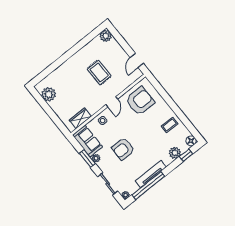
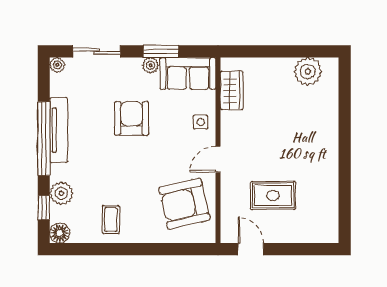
plant: (106, 36) -> (327, 232), removed
rug: (99, 72) -> (273, 195), moved
armchair: (140, 101) -> (184, 204), turned 77
door: (112, 102) -> (218, 159), hinge flipped
window: (148, 186) -> (44, 139), moved

